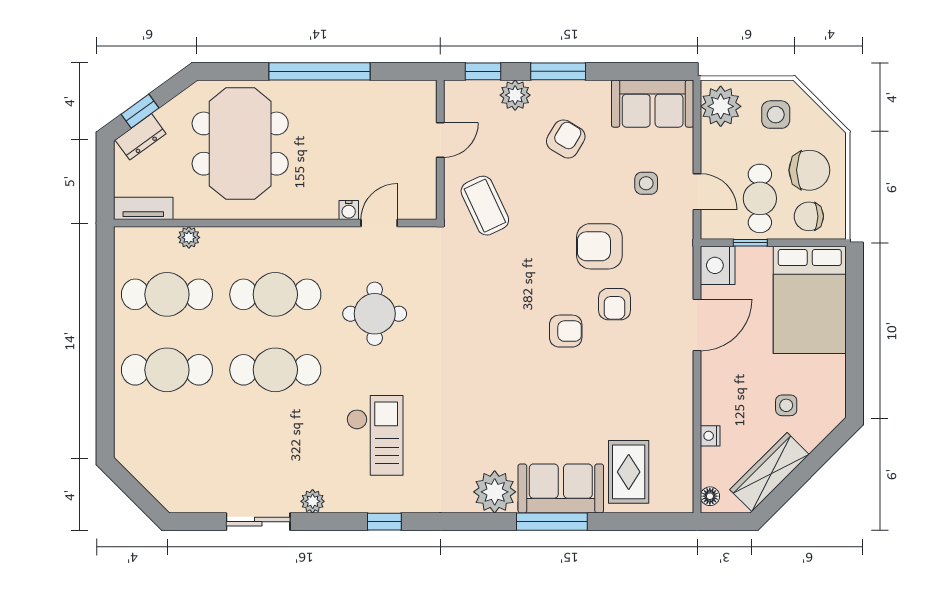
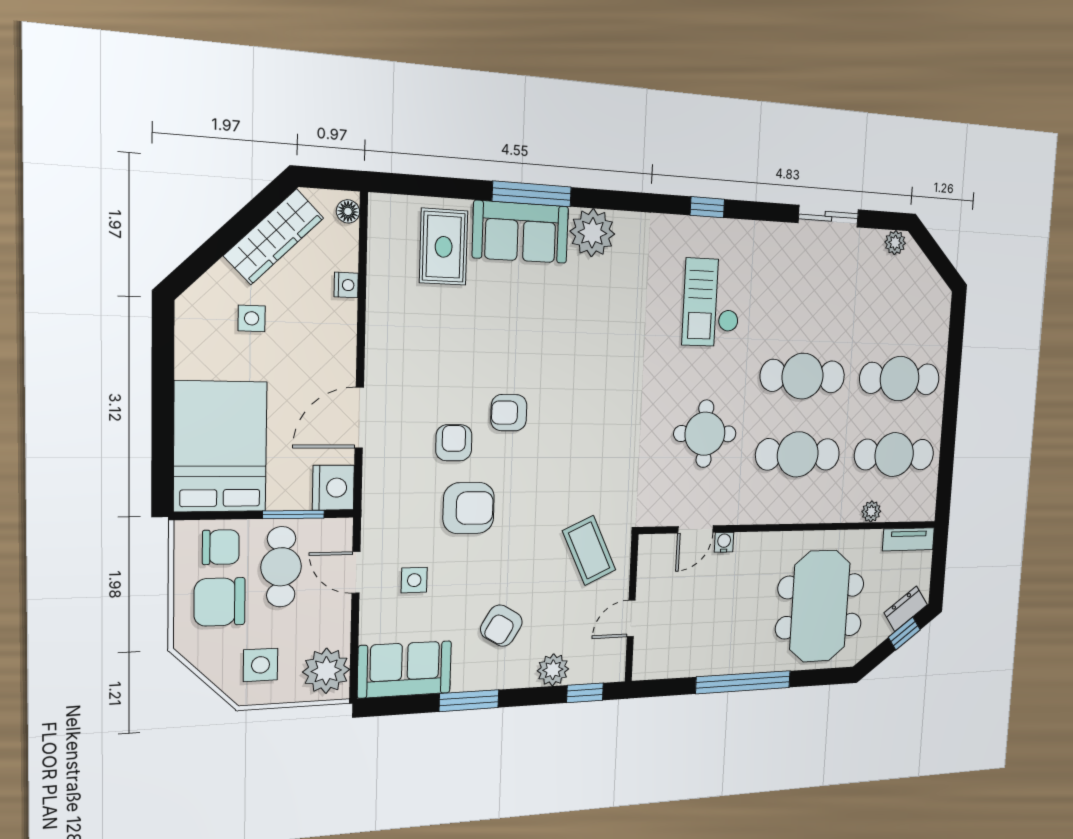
window: (558, 71) -> (469, 701), moved
window: (750, 243) -> (294, 515), width x1.50
plant: (313, 501) -> (895, 243), moved

